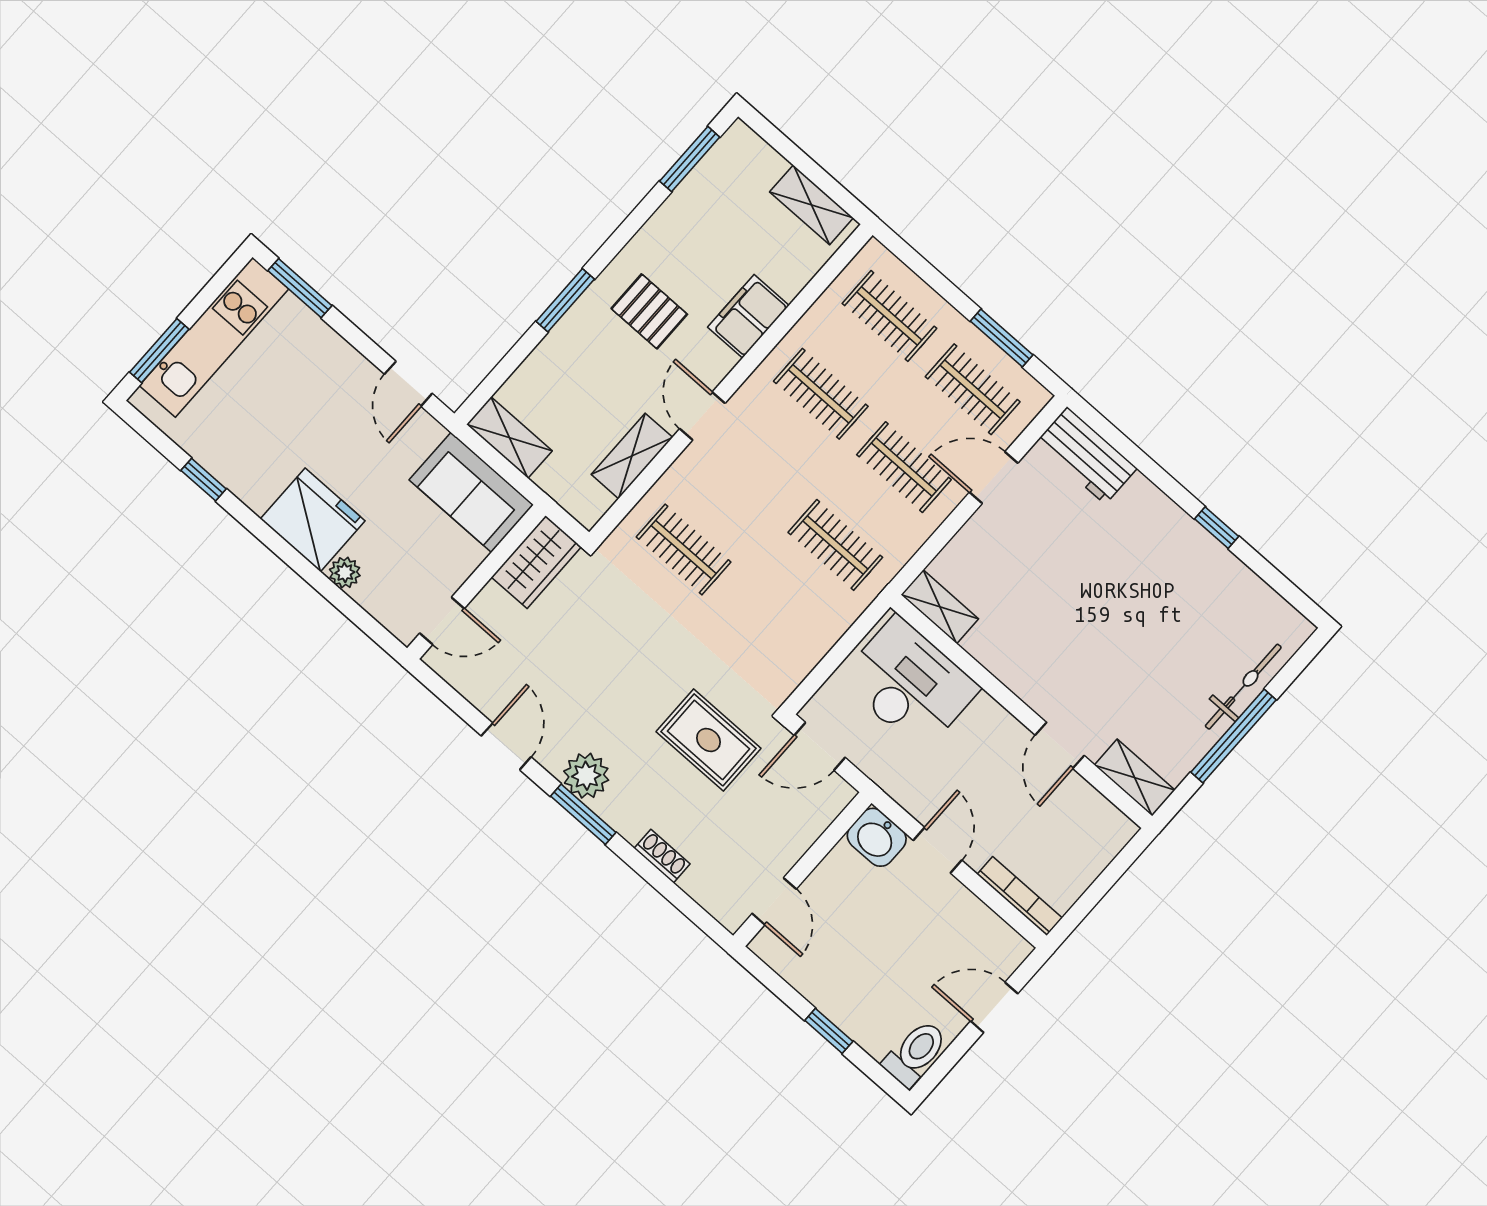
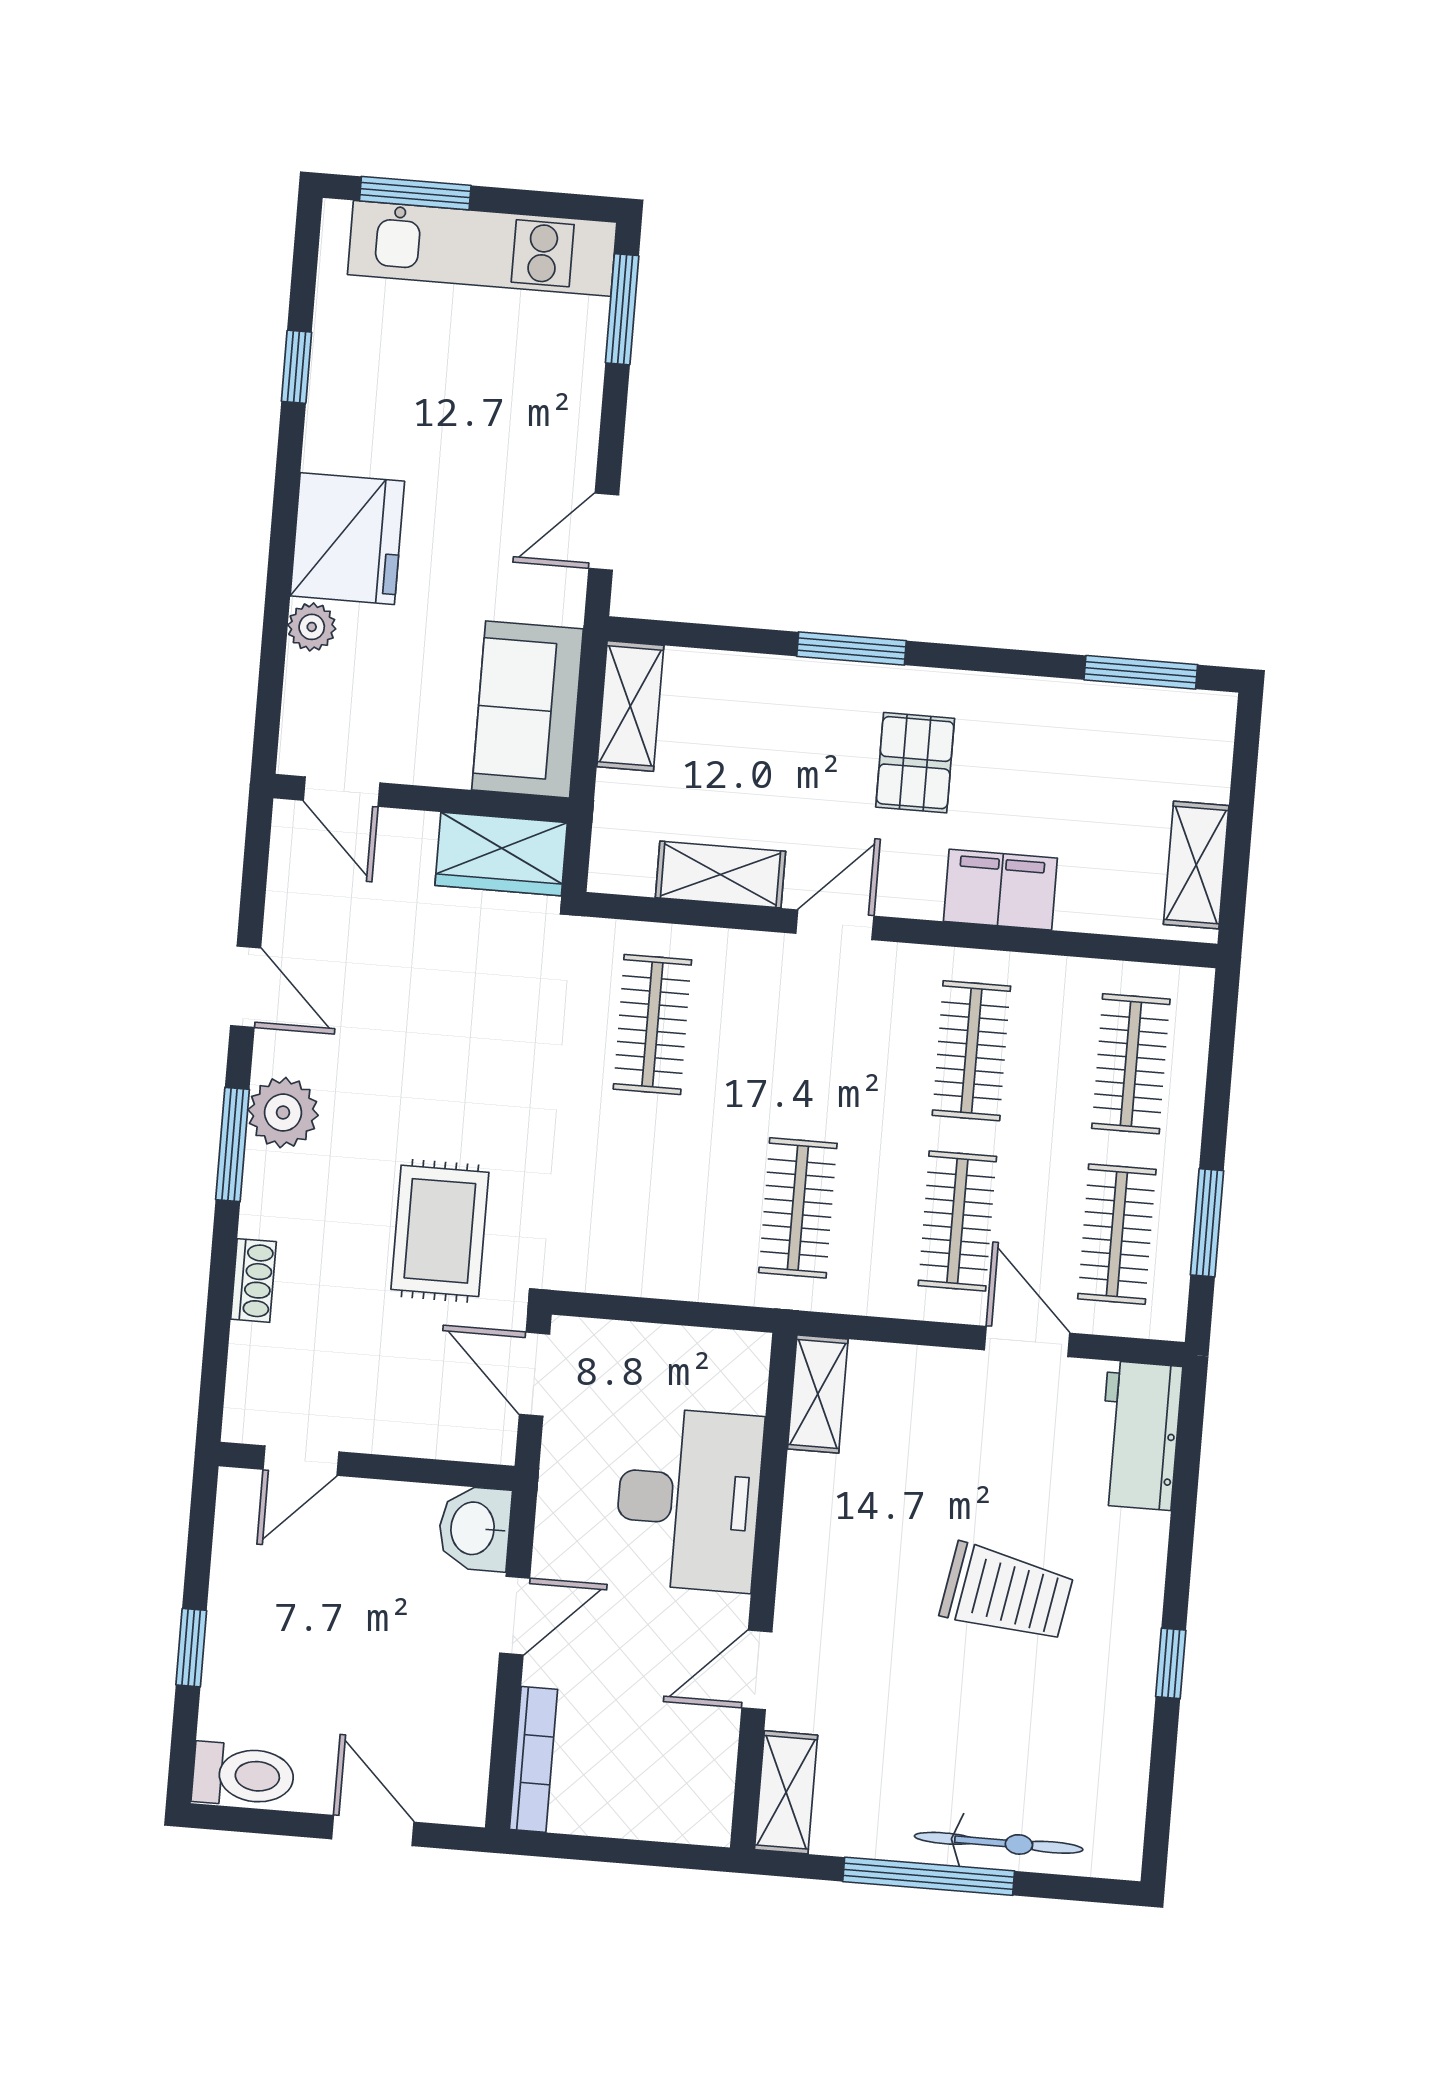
trolley: (1117, 586) -> (1007, 1593), added
desk: (909, 684) -> (689, 1500), moved
door: (506, 746) -> (246, 987), hinge flipped

